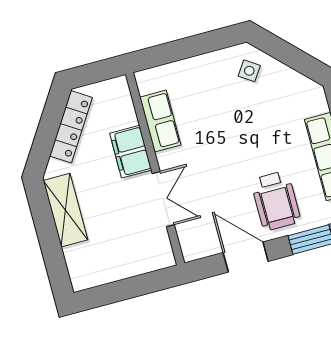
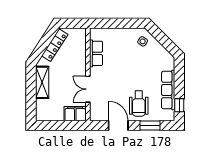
filing cabinet: (131, 152) -> (75, 114), moved, turned 90
double door: (163, 199) -> (88, 89), swing flipped

